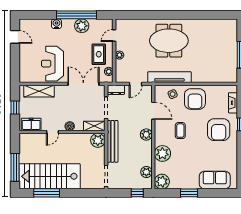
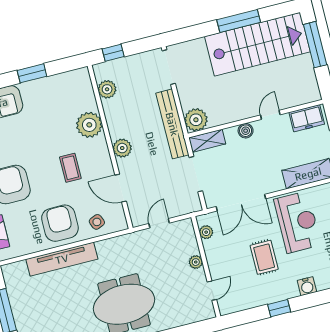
window: (77, 15) -> (279, 308), width x0.32
plant: (82, 26) -> (267, 293), removed
rug: (99, 54) -> (264, 257), moved
tv unit: (169, 77) -> (62, 259), moved
dresser: (116, 90) -> (188, 206), removed
plant: (162, 182) -> (79, 80), removed
window: (47, 193) -> (239, 21), moved

